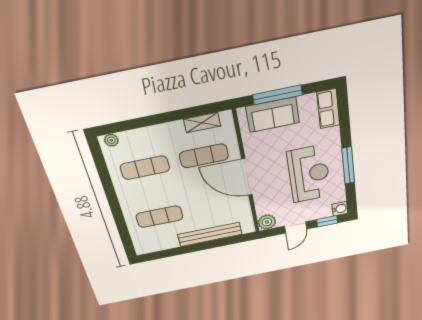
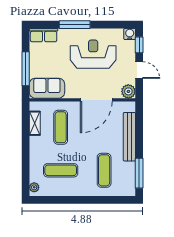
sofa: (273, 115) -> (47, 88), moved, turned -90
window: (348, 165) -> (75, 25), moved
exercise mat: (145, 168) -> (61, 170), turned 90
door: (247, 177) -> (96, 100), moved
window: (167, 253) -> (139, 173), added

